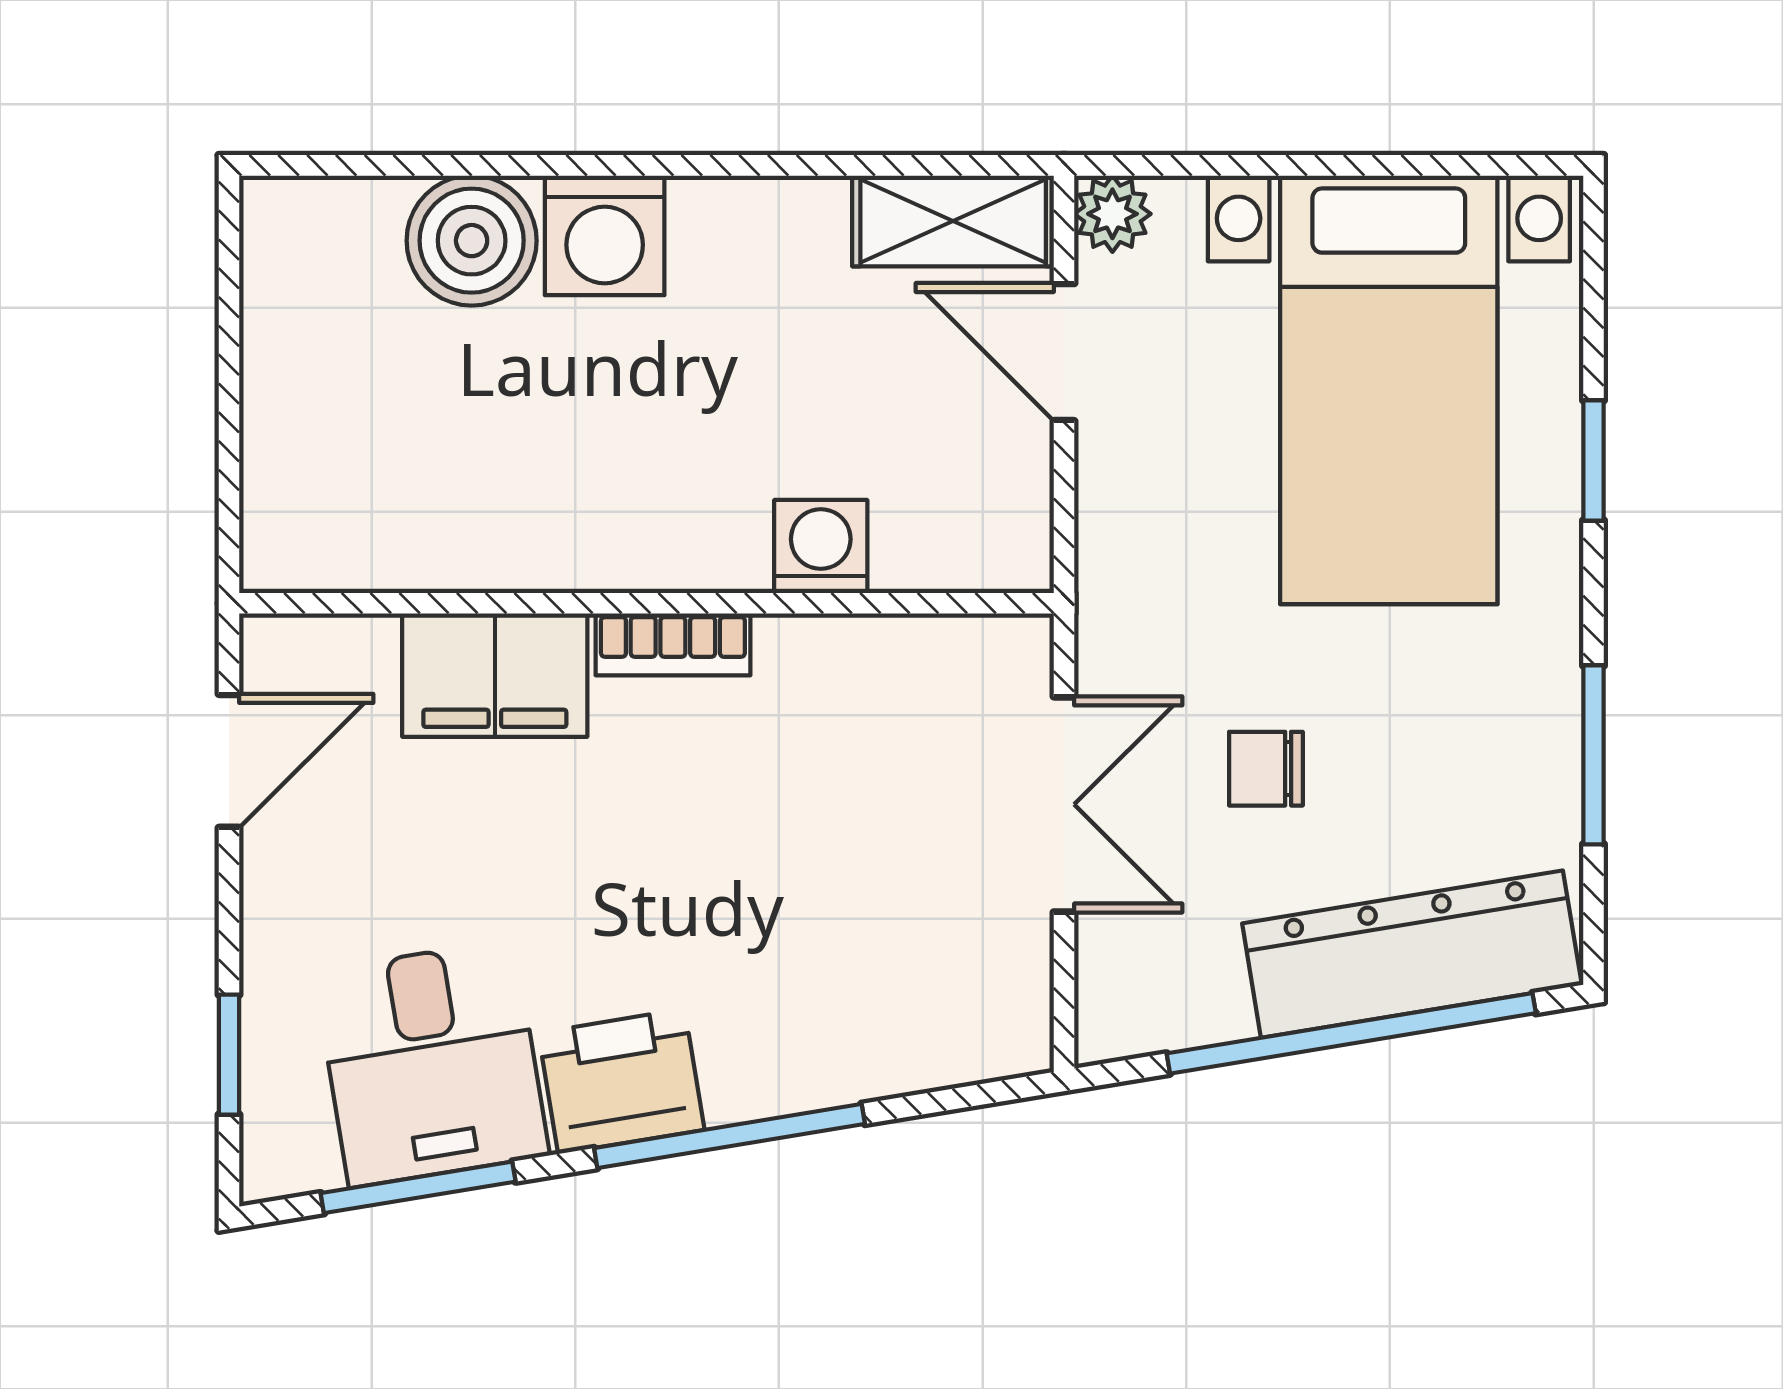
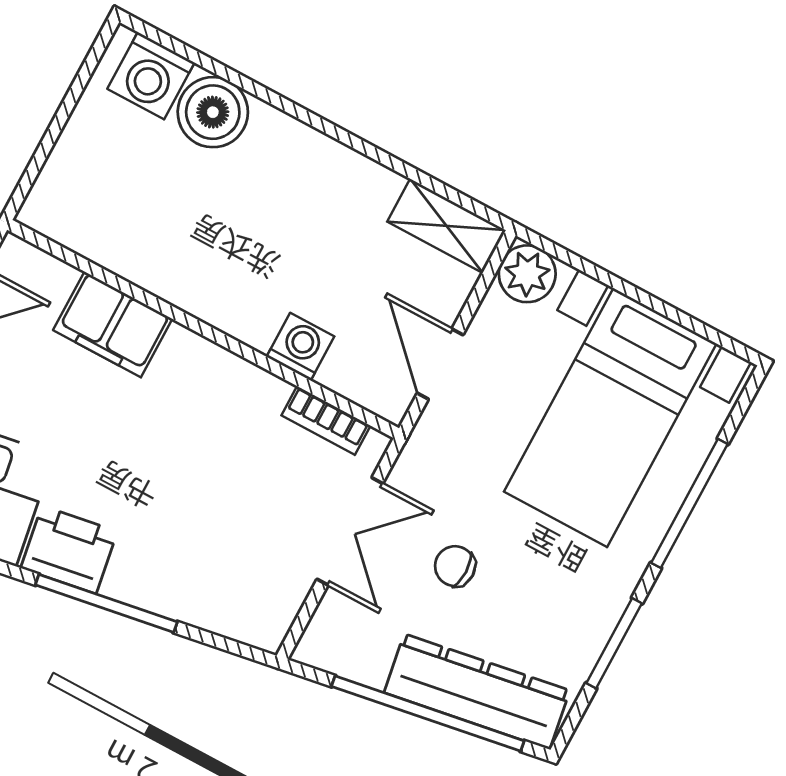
plant: (1112, 214) -> (527, 274), width x1.38, depth x1.38
washing machine: (605, 235) -> (151, 76), moved
door: (1064, 352) -> (440, 364), moved
window: (1594, 460) -> (689, 503), width x2.17
bookcase: (673, 644) -> (326, 420), moved

